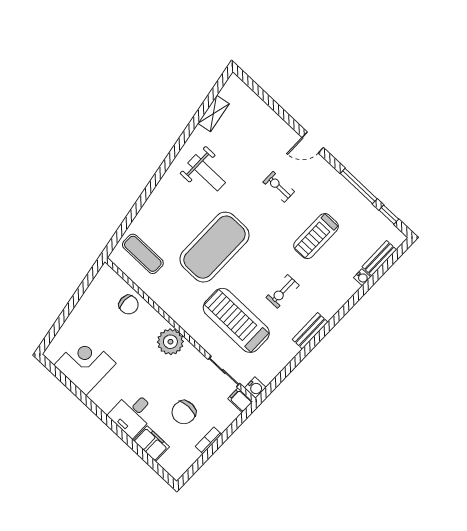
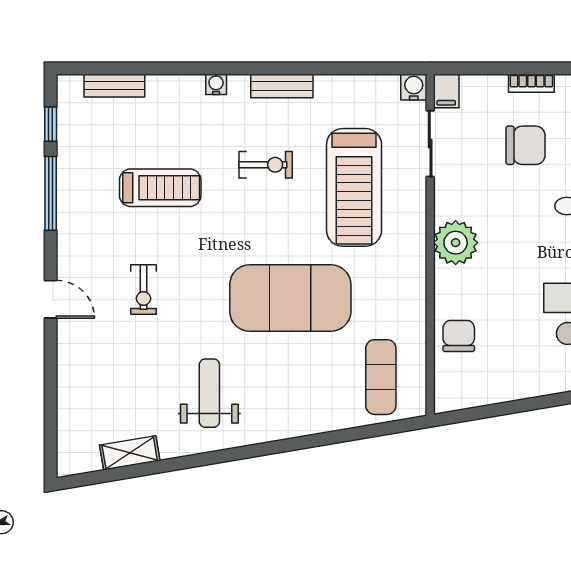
water cooler: (362, 277) -> (216, 84), moved

